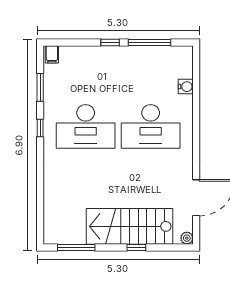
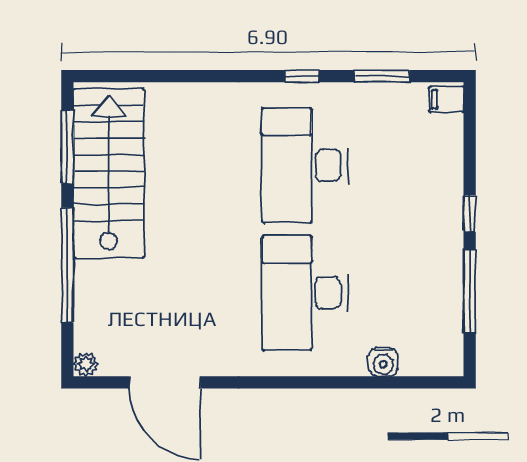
stairs: (129, 226) -> (109, 173), moved
window: (136, 247) -> (67, 265), width x3.17

